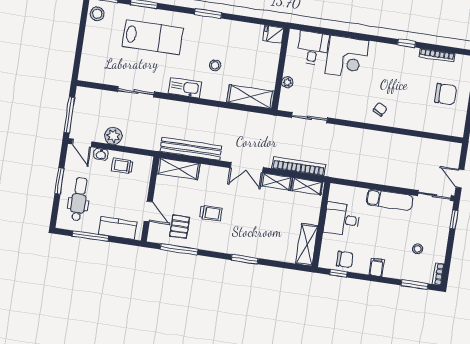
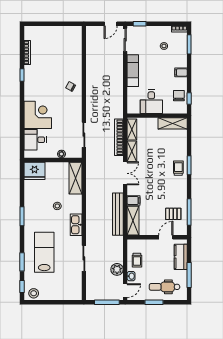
fridge: (273, 34) -> (34, 171), width x1.88, depth x1.34
chair: (446, 94) -> (53, 43), removed
filing cabinet: (207, 174) -> (134, 201), added
trolley: (211, 213) -> (178, 168), moved

